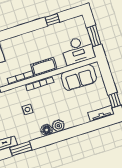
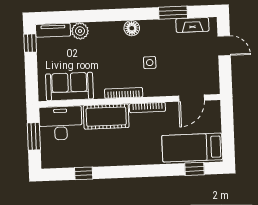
cot: (44, 67) -> (106, 117), width x1.37, depth x1.34
plant: (58, 126) -> (80, 31), moved

